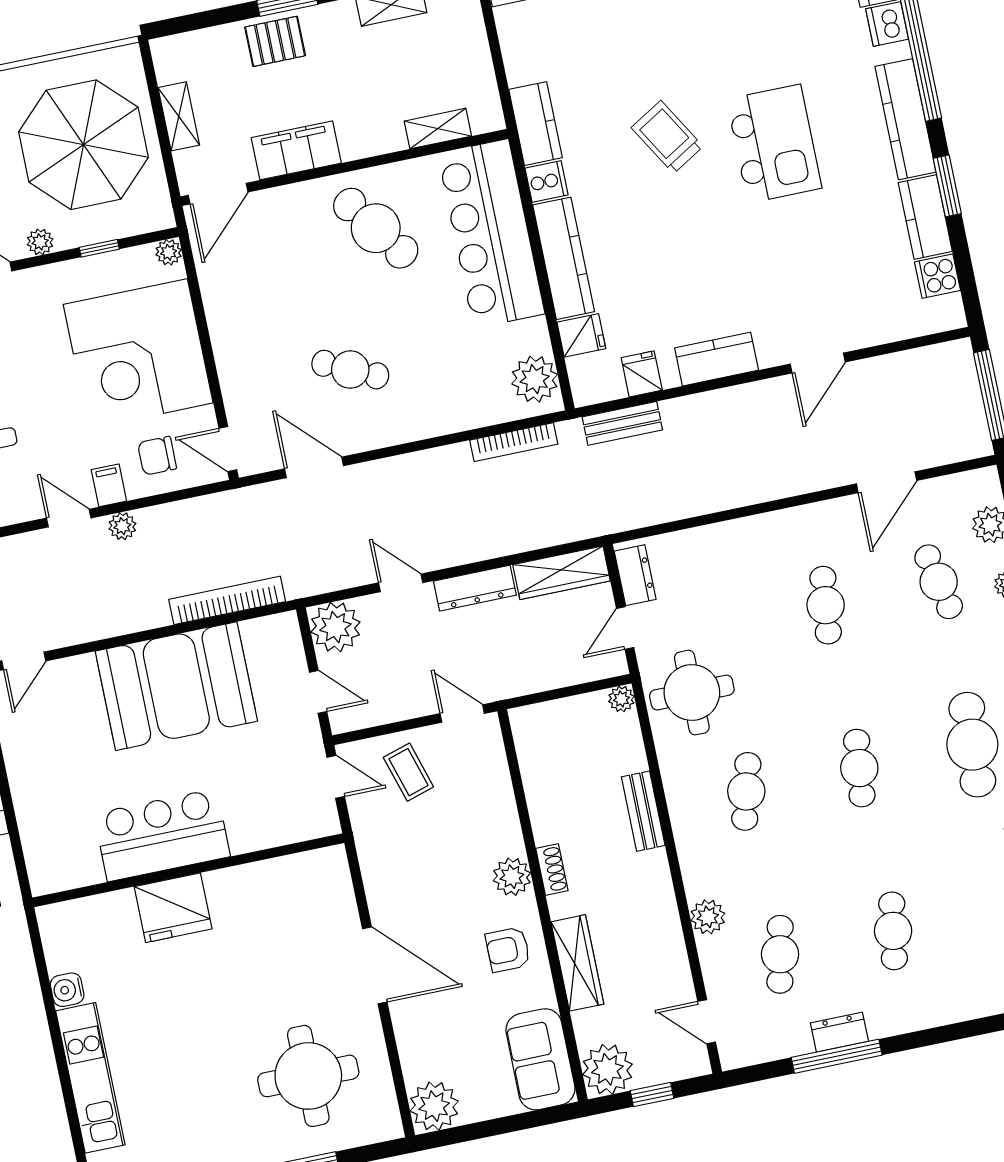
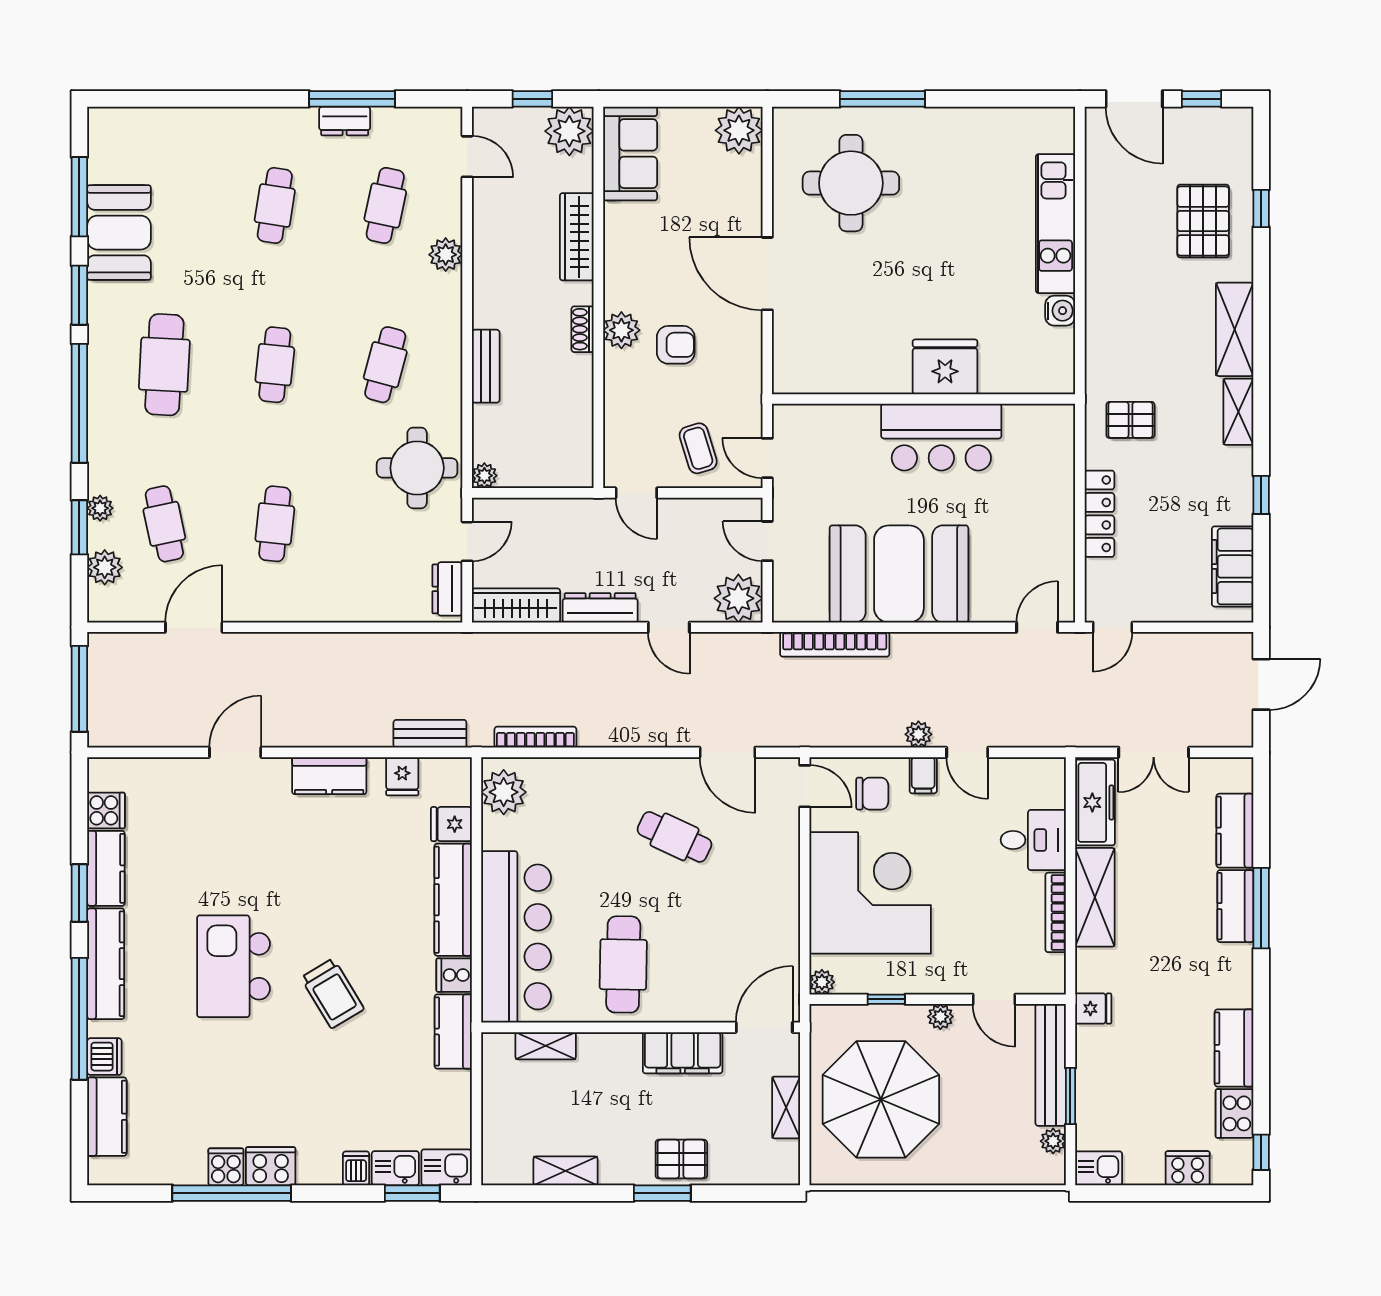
cafe table: (376, 228) -> (623, 964), turned 37
armchair: (508, 950) -> (676, 345), moved

